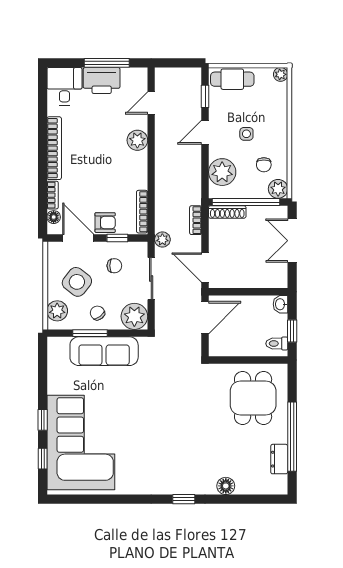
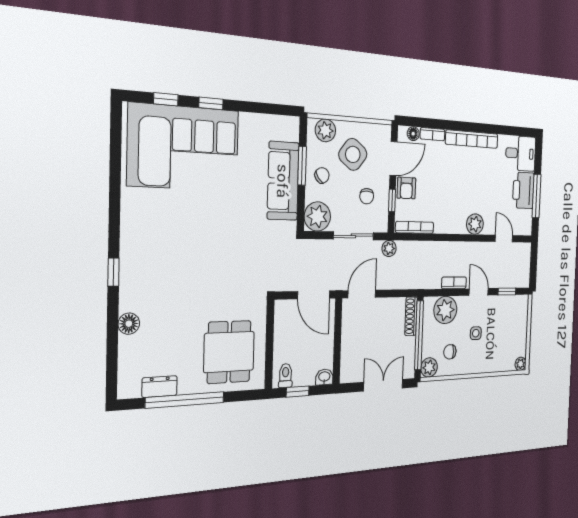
cafe table: (232, 79) -> (519, 318), removed
bookcase: (196, 220) -> (454, 283), moved
dining table: (253, 398) -> (229, 352), turned 90

